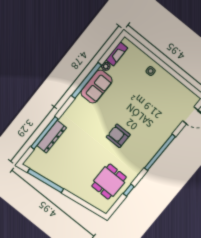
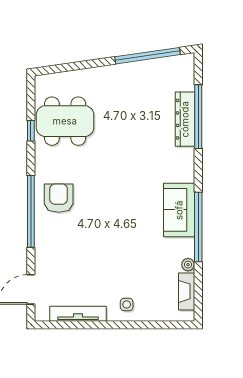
tv unit: (177, 85) -> (78, 314), added
sofa: (97, 87) -> (179, 210), moved
armchair: (118, 136) -> (59, 198), moved, turned -90
dining table: (109, 182) -> (65, 121), width x1.38

